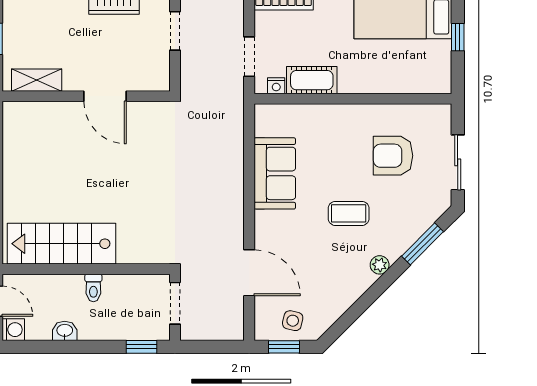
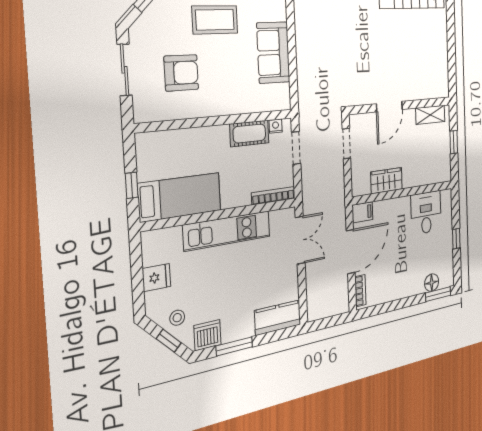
doorway: (175, 31) -> (346, 143), moved
door: (105, 96) -> (389, 107), swing flipped
coffee table: (349, 213) -> (215, 20), width x1.36, depth x1.30

